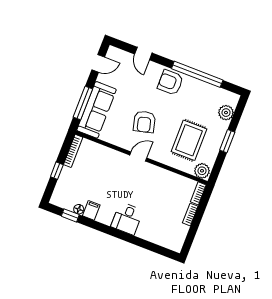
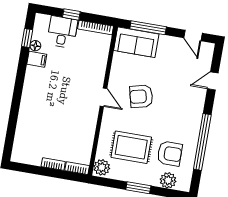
armchair: (170, 82) -> (170, 154), moved, turned 90
sofa: (97, 110) -> (136, 42), width x0.73
desk: (127, 219) -> (62, 32), moved, turned 90

